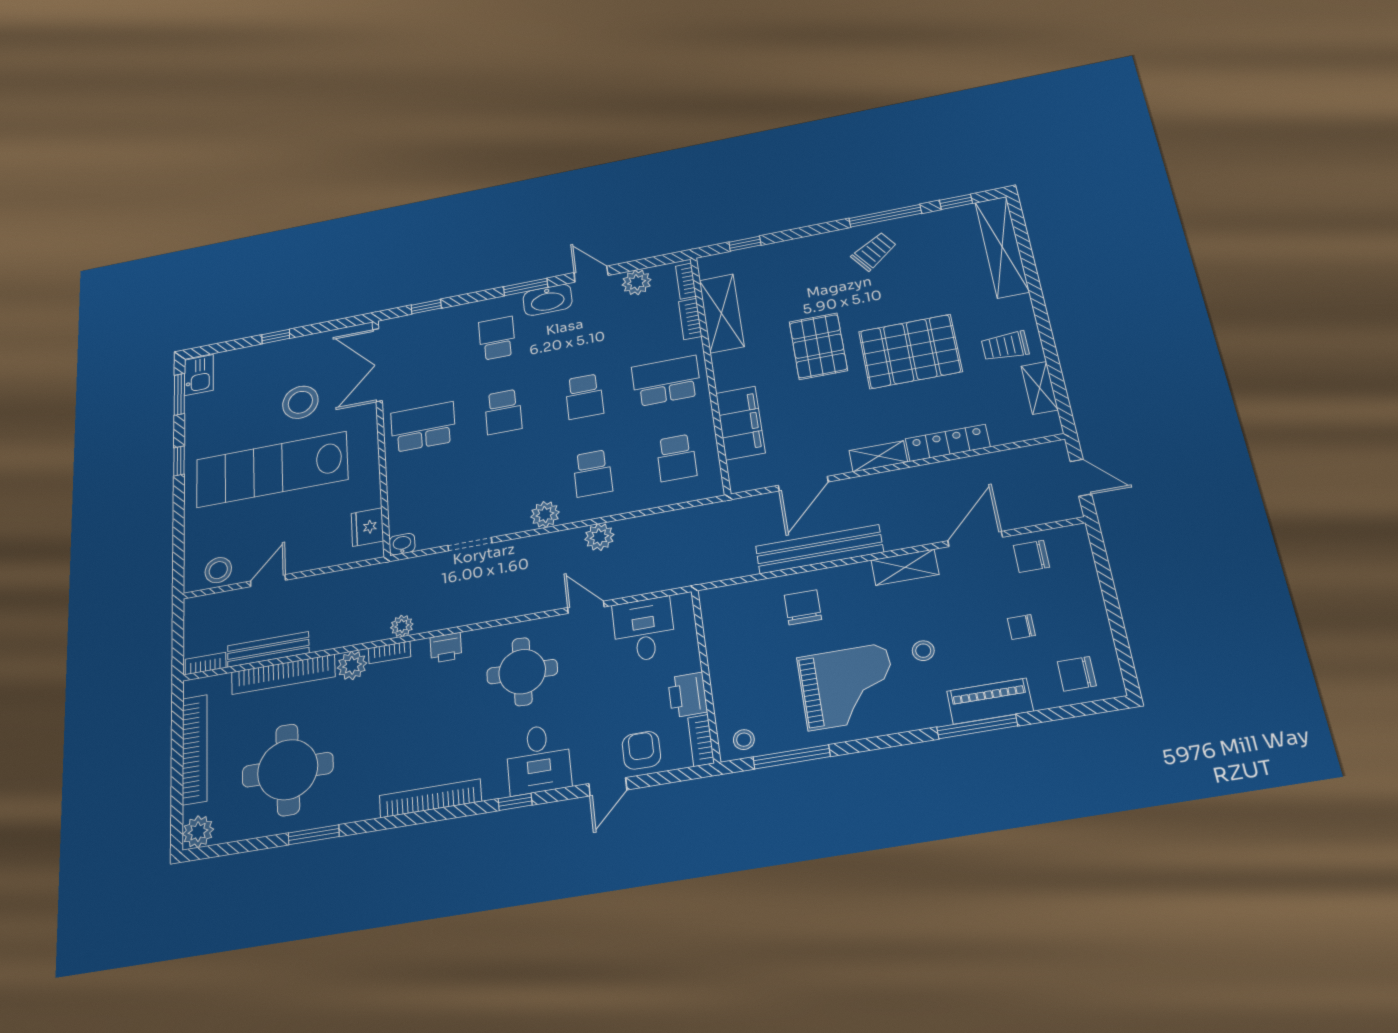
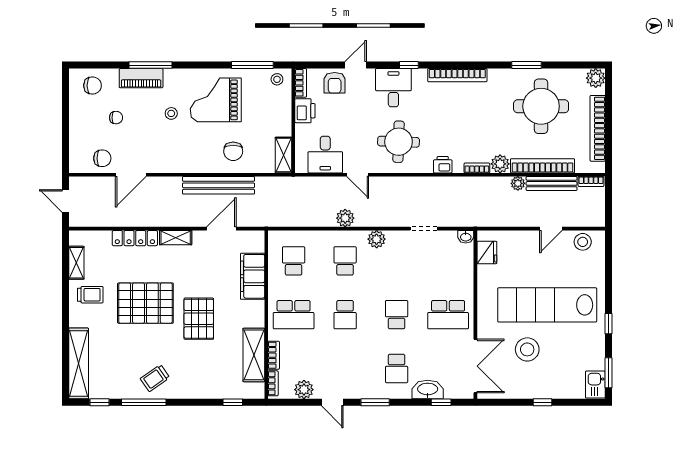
washbasin: (548, 300) -> (428, 390), moved
school desk: (584, 396) -> (345, 315), turned 180
lab bench: (272, 469) -> (547, 305), turned 180
shelving: (905, 567) -> (283, 155), moved, turned 90
plant: (402, 626) -> (518, 183), moved

